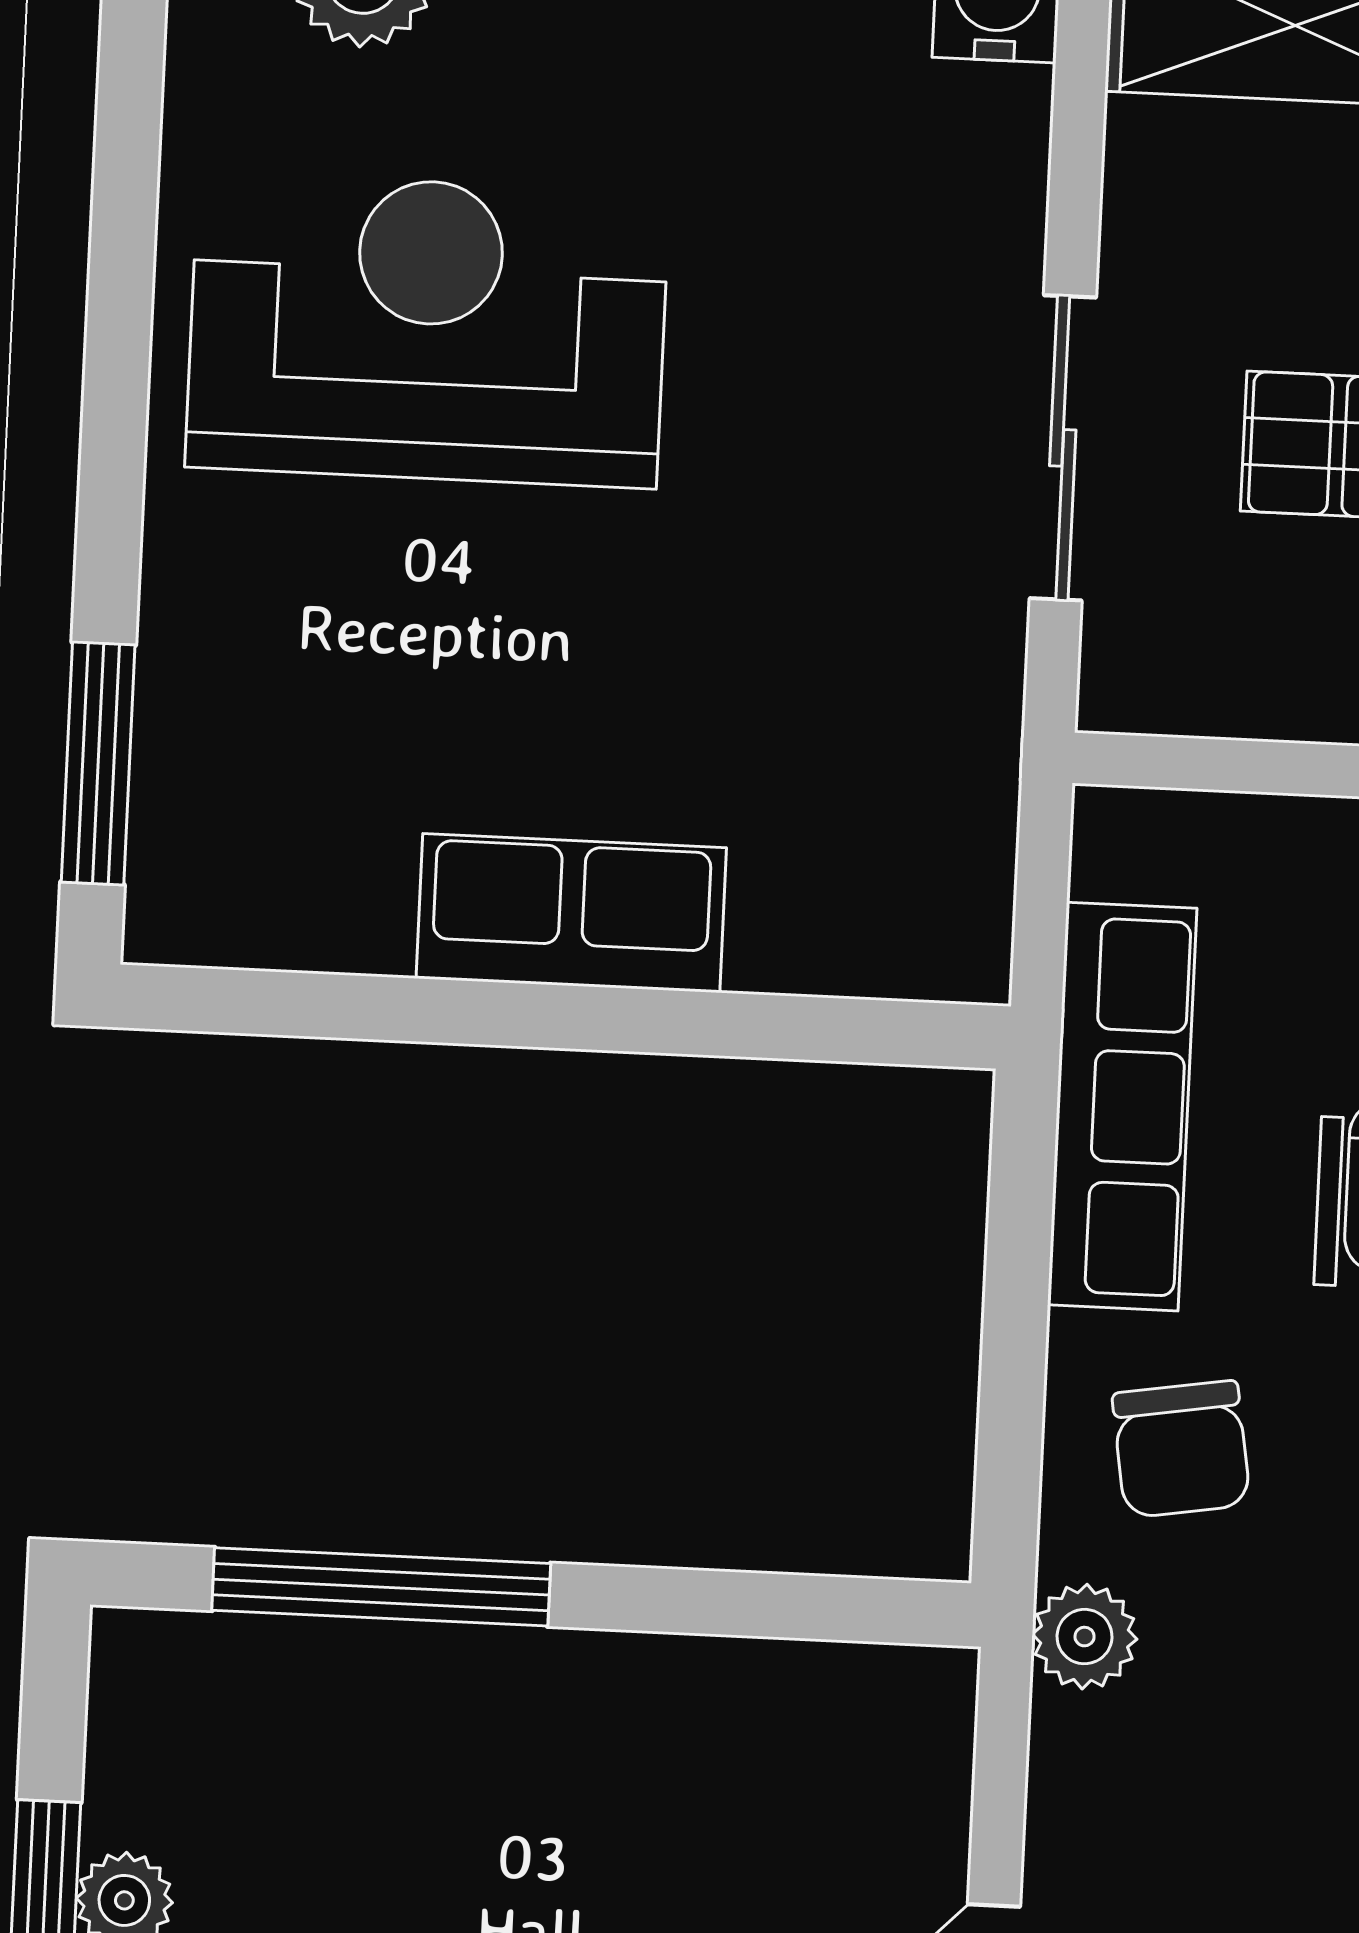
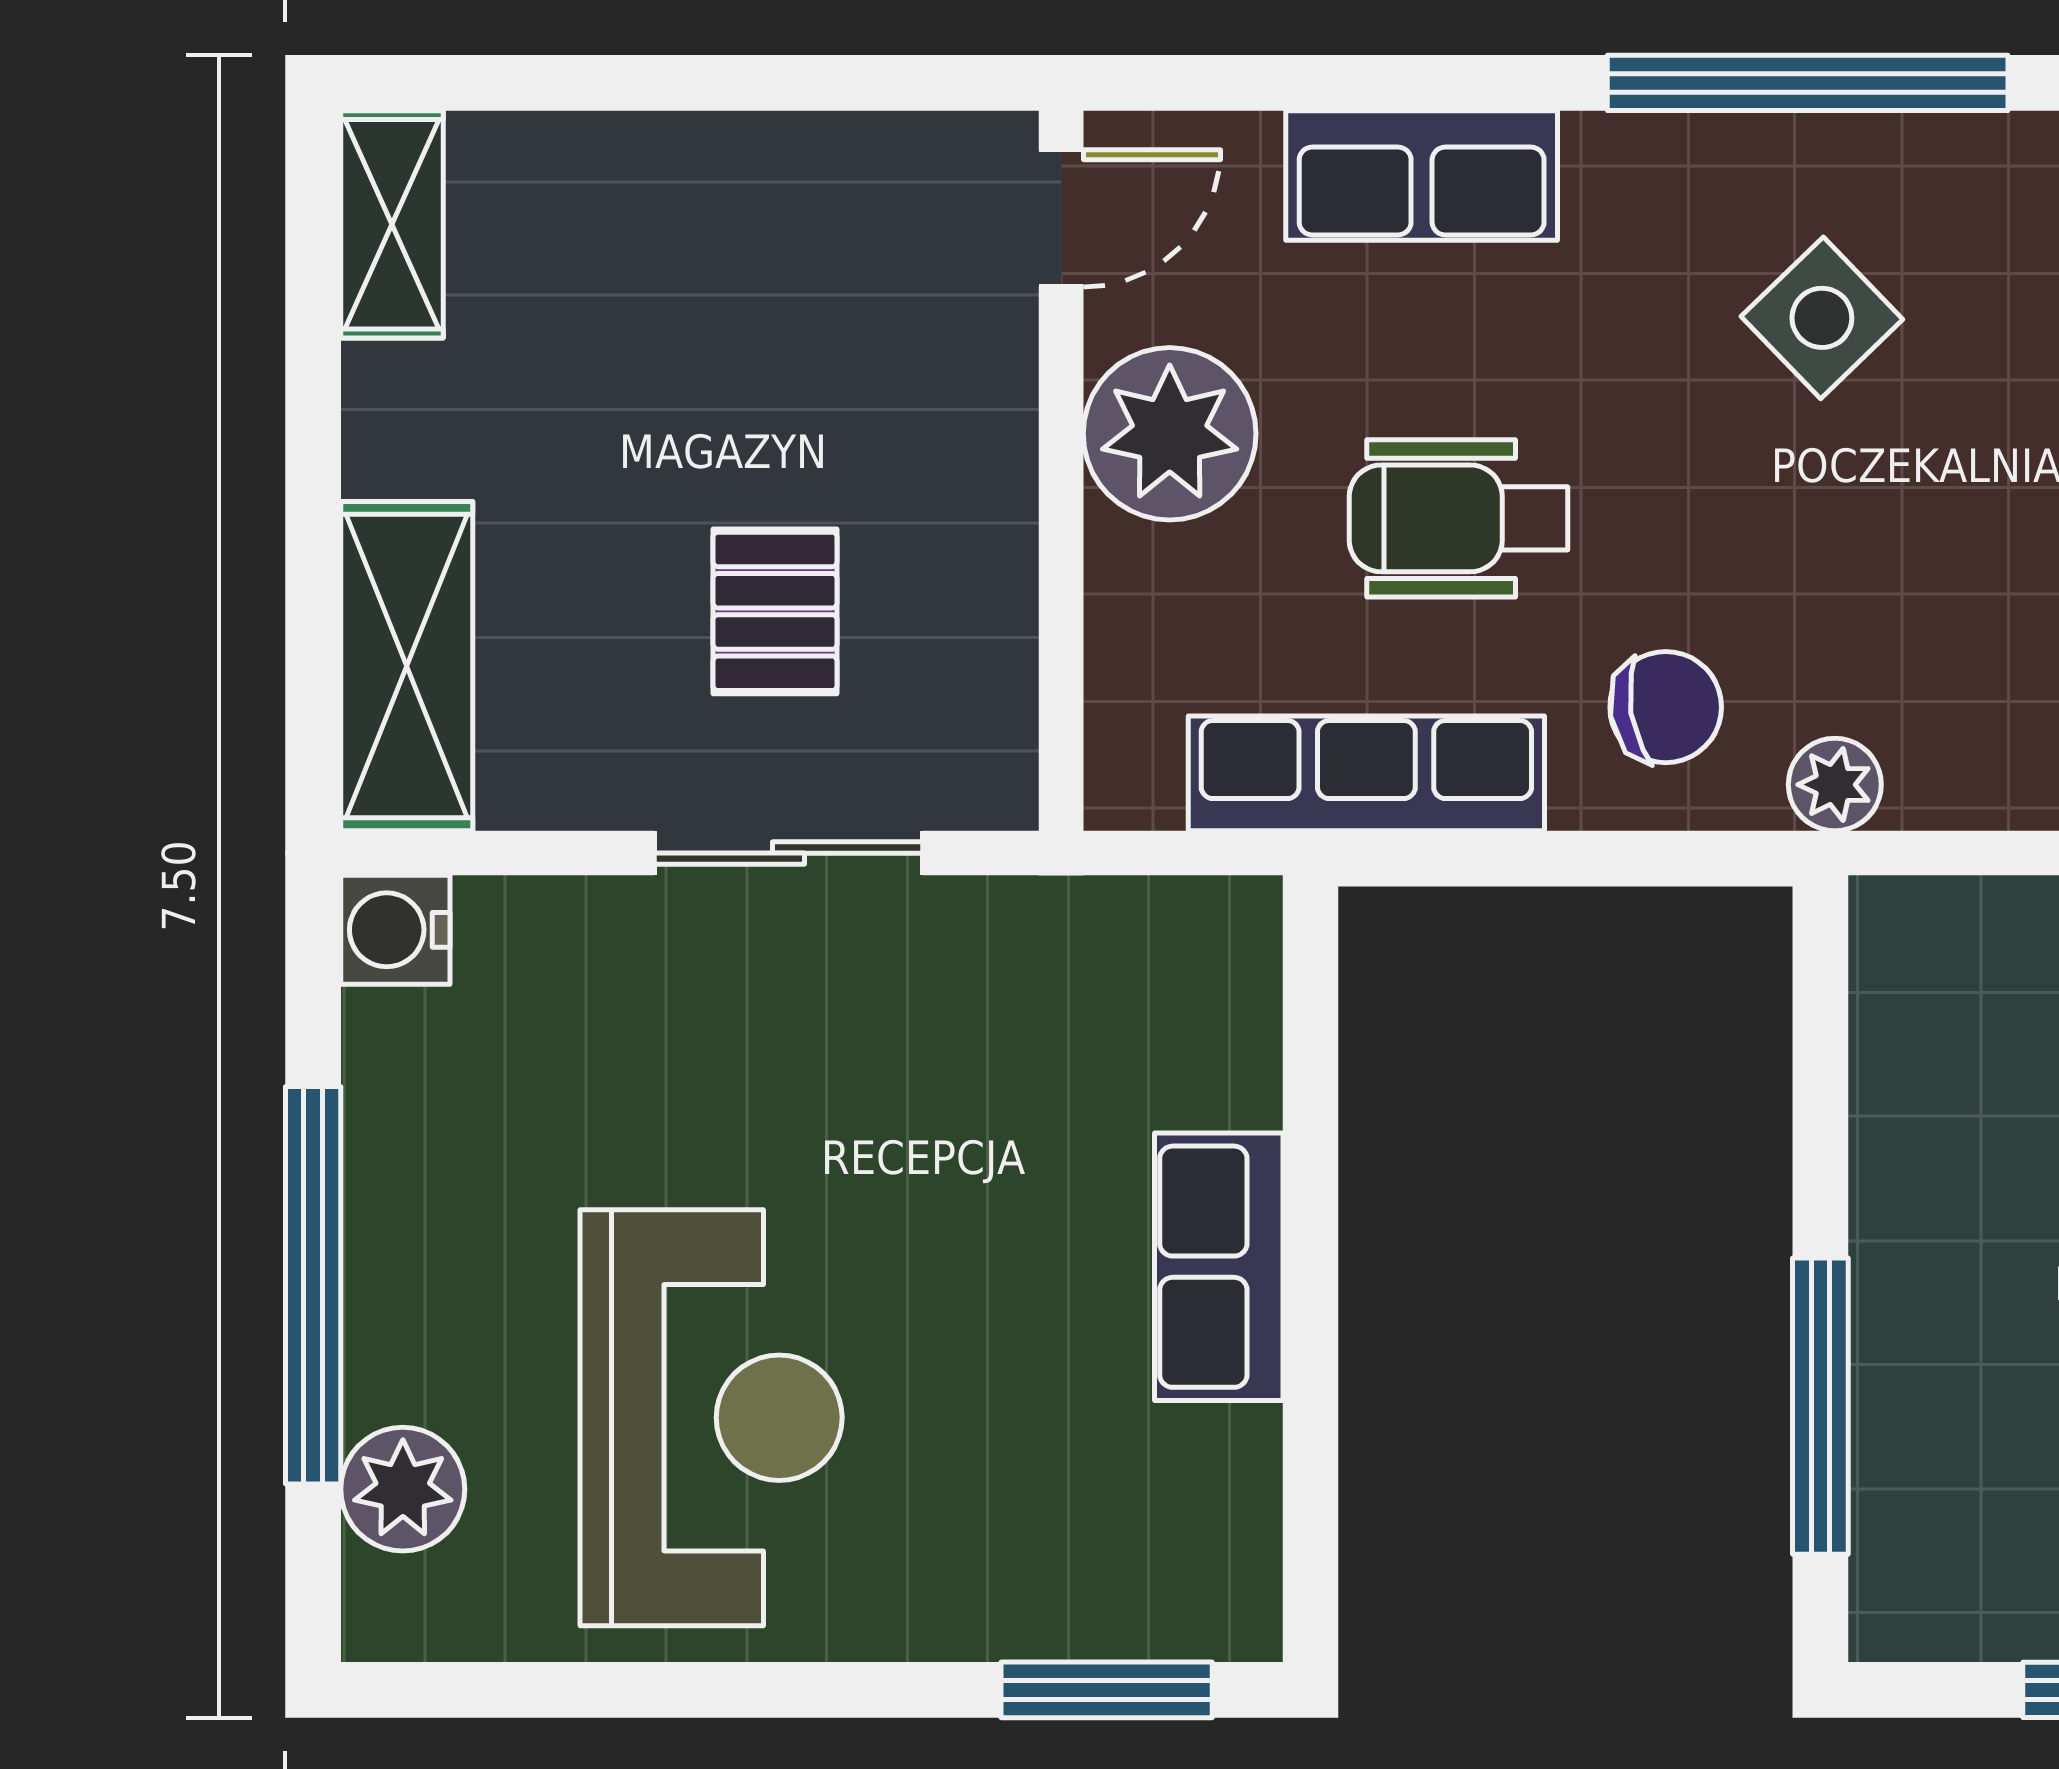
reception desk: (427, 330) -> (711, 1418), turned 180

